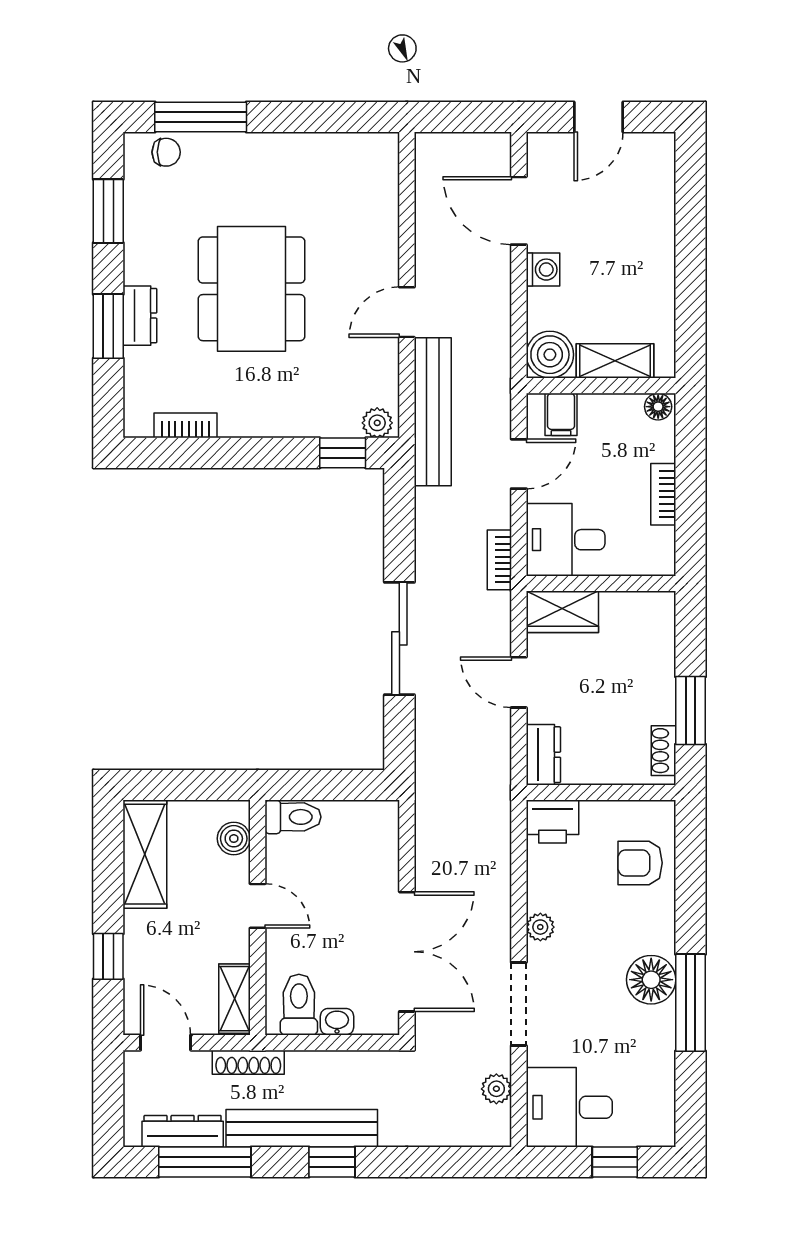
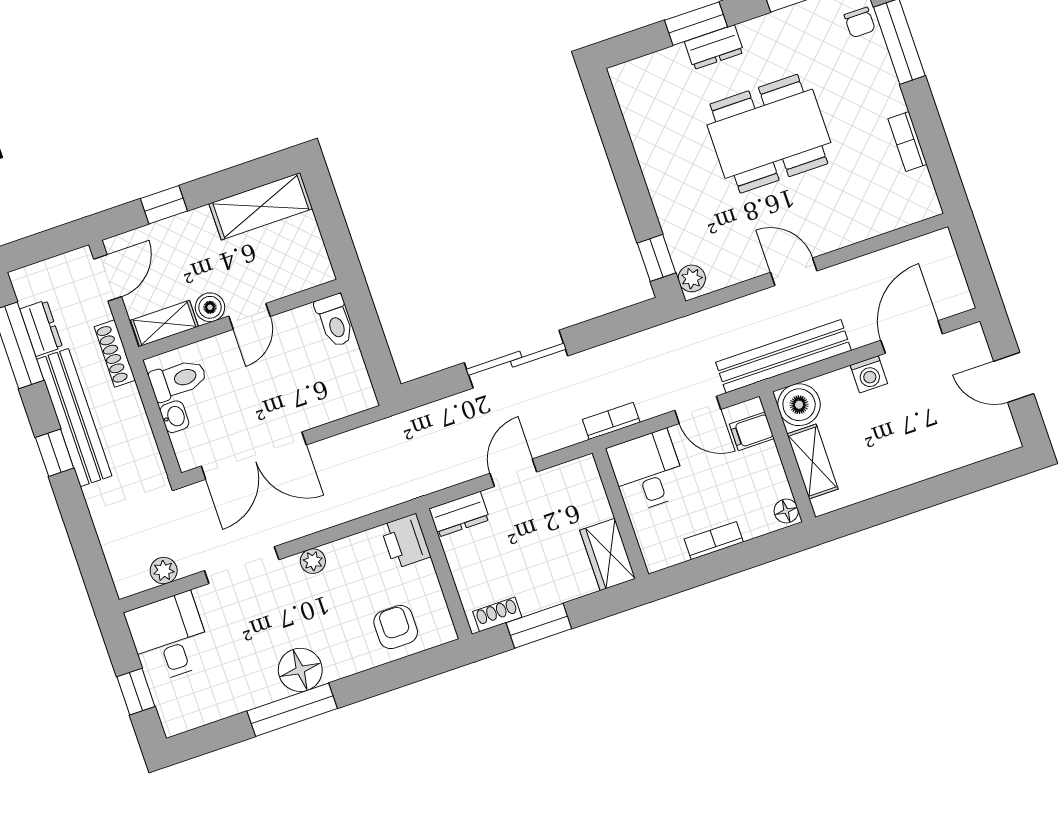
bench: (433, 412) -> (783, 356), moved
bookcase: (186, 425) -> (907, 141), moved, turned 180
wardrobe: (562, 612) -> (608, 554), moved
boiler: (234, 839) -> (210, 307), moved
dresser: (183, 1131) -> (41, 328), width x0.70

